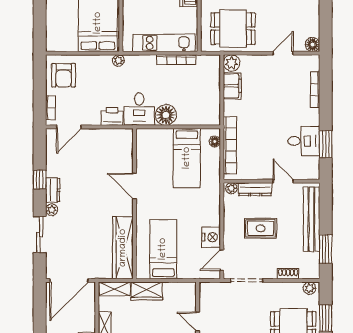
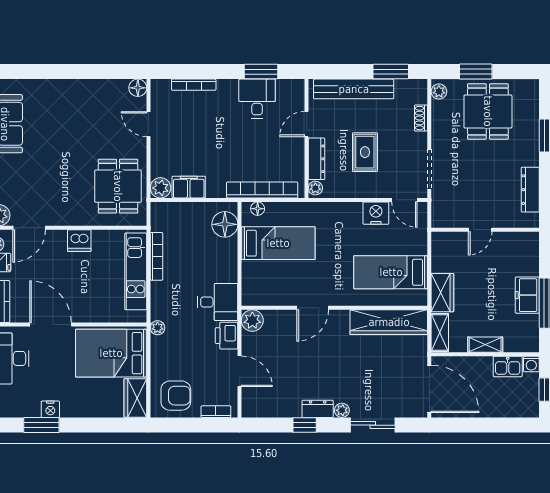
wardrobe: (62, 43) -> (135, 398), added
floor lamp: (166, 115) -> (225, 224), moved
door: (69, 127) -> (240, 371), moved
plant: (124, 137) -> (252, 321), added

